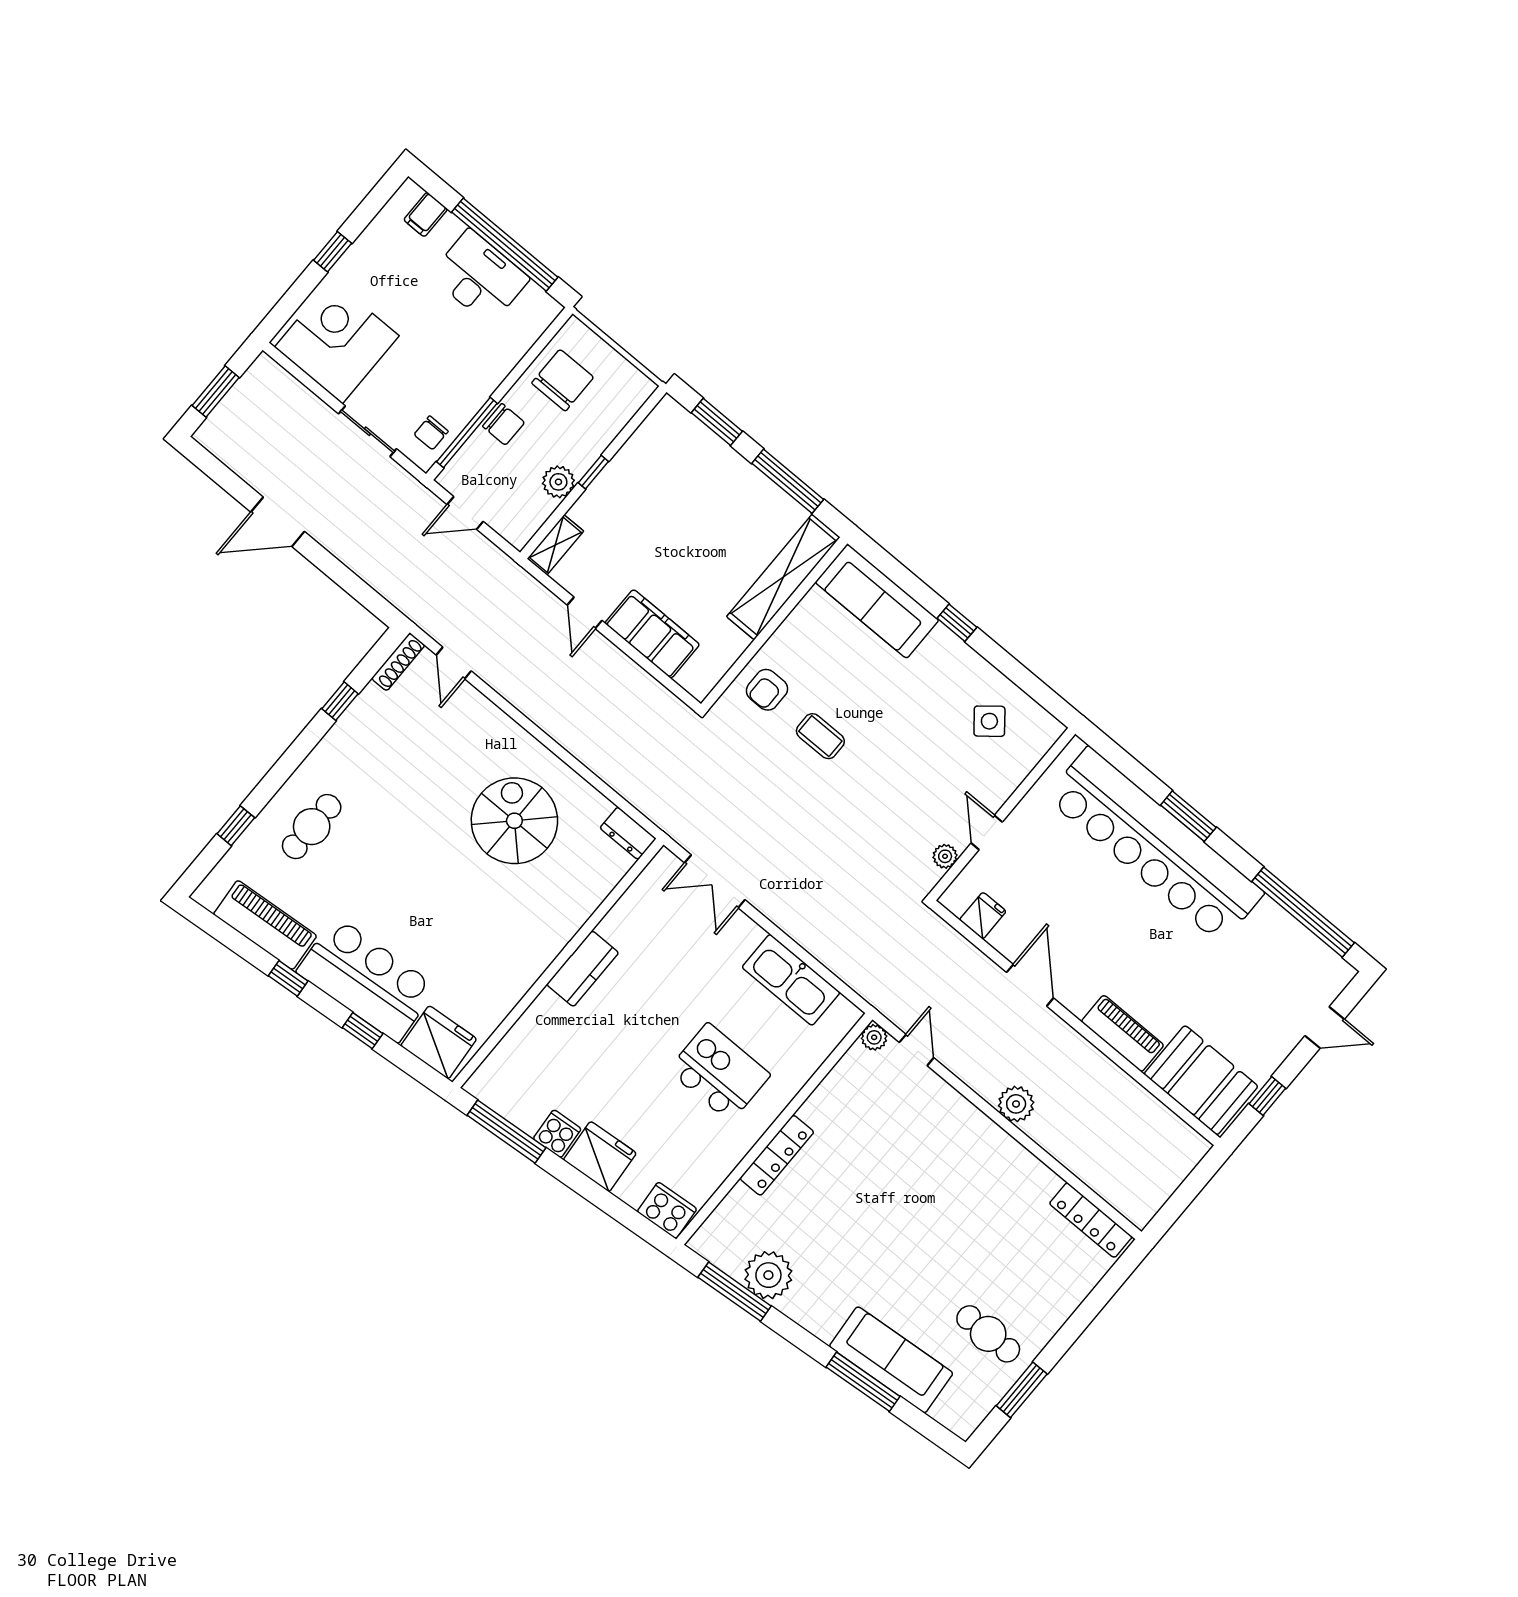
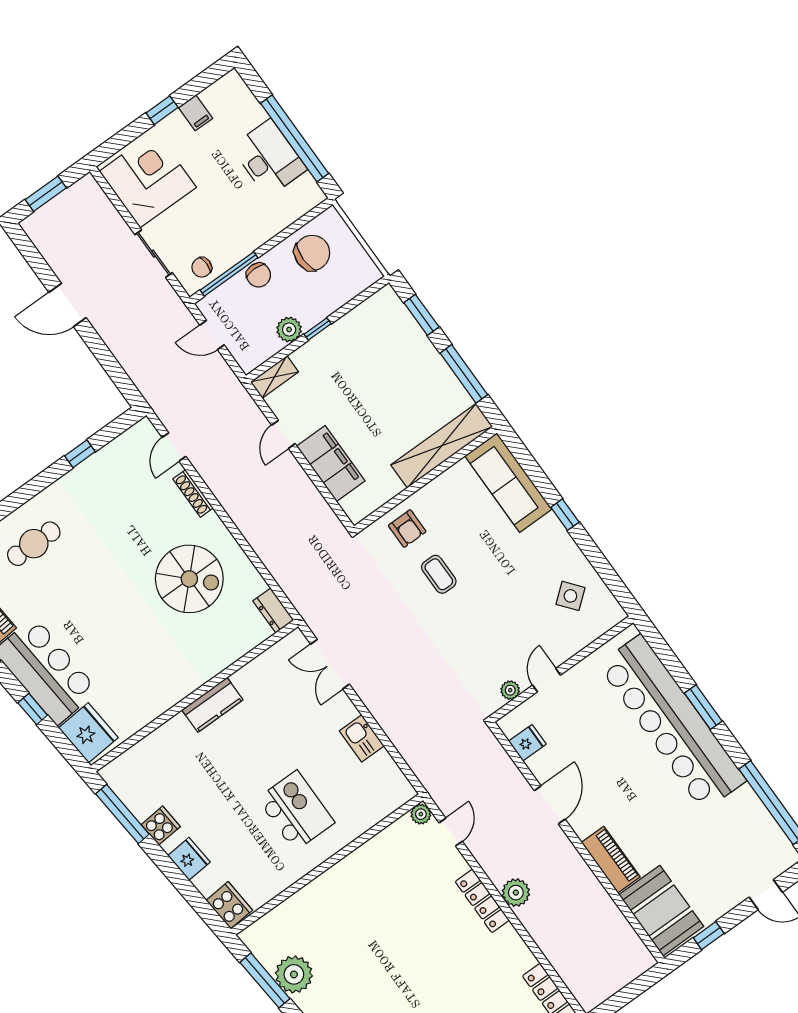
filing cabinet: (426, 214) -> (196, 113), moved, turned -90
shoe rack: (398, 662) -> (193, 493), moved, turned 90
armchair: (767, 690) -> (407, 529), turned -90
spiral stairs: (514, 821) -> (189, 579), turned 90
kitchen sink: (791, 980) -> (362, 738), width x0.53, depth x0.81
locker: (777, 1155) -> (482, 901), moved, turned 90
fridge: (600, 1157) -> (189, 859), width x0.73, depth x0.75

